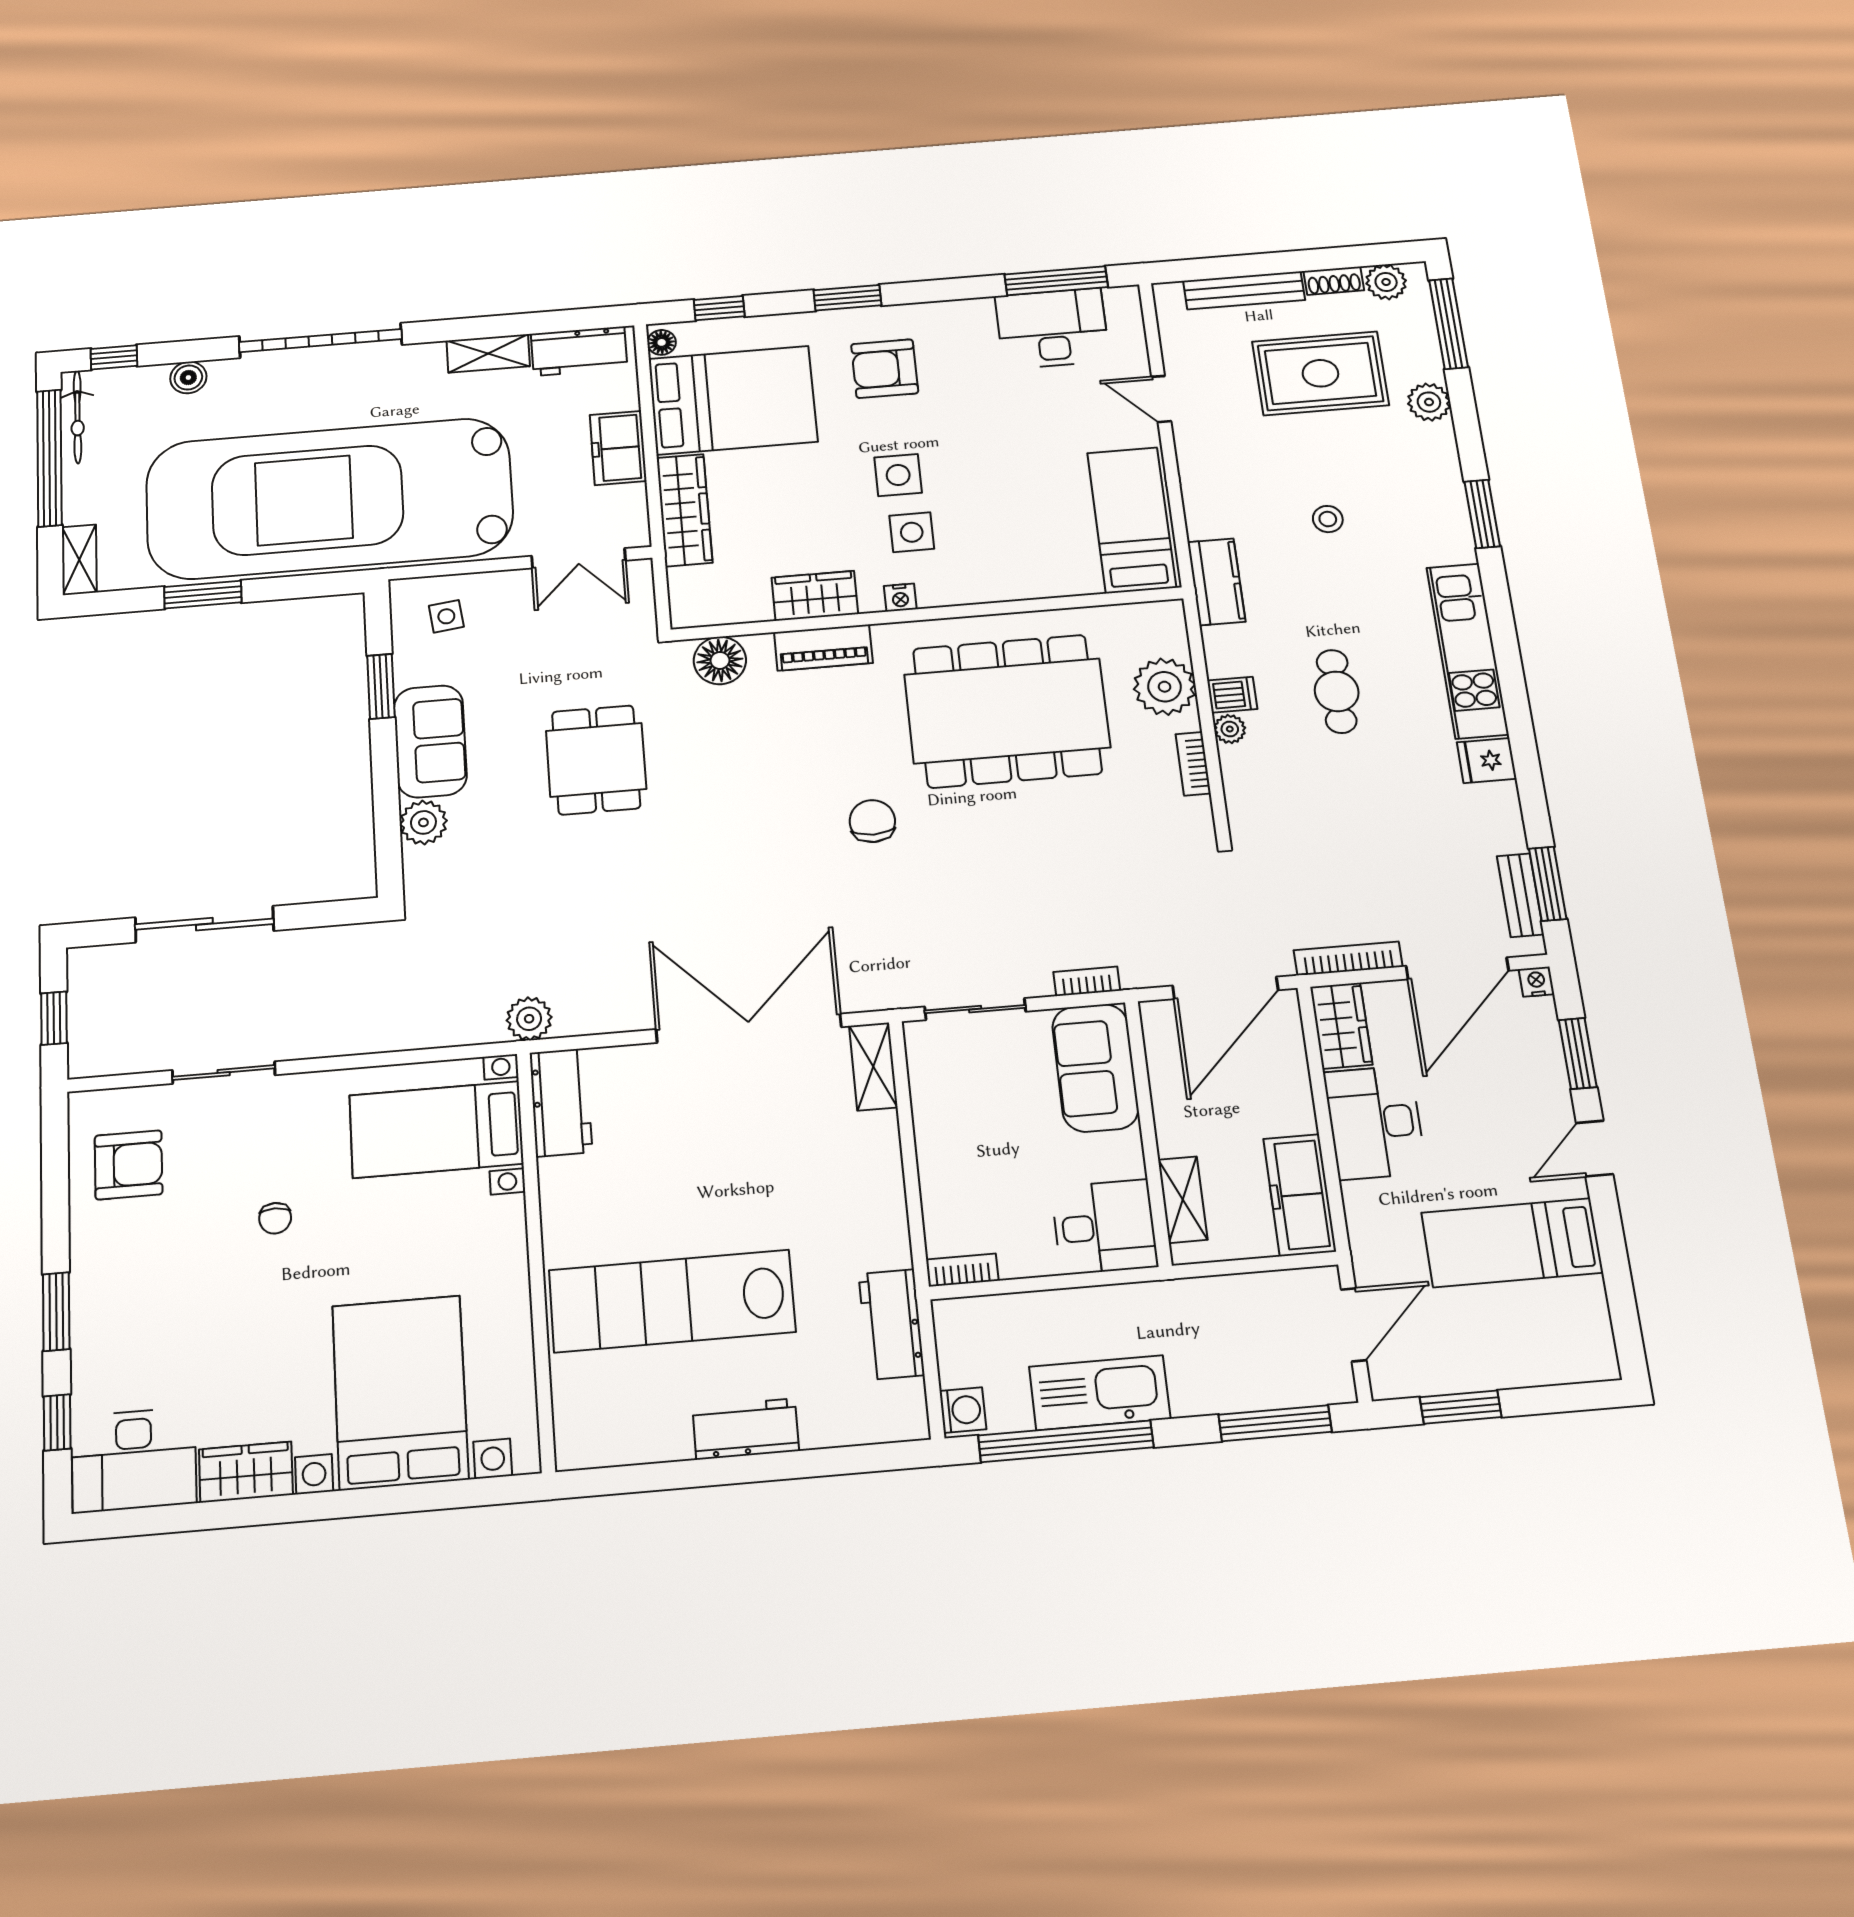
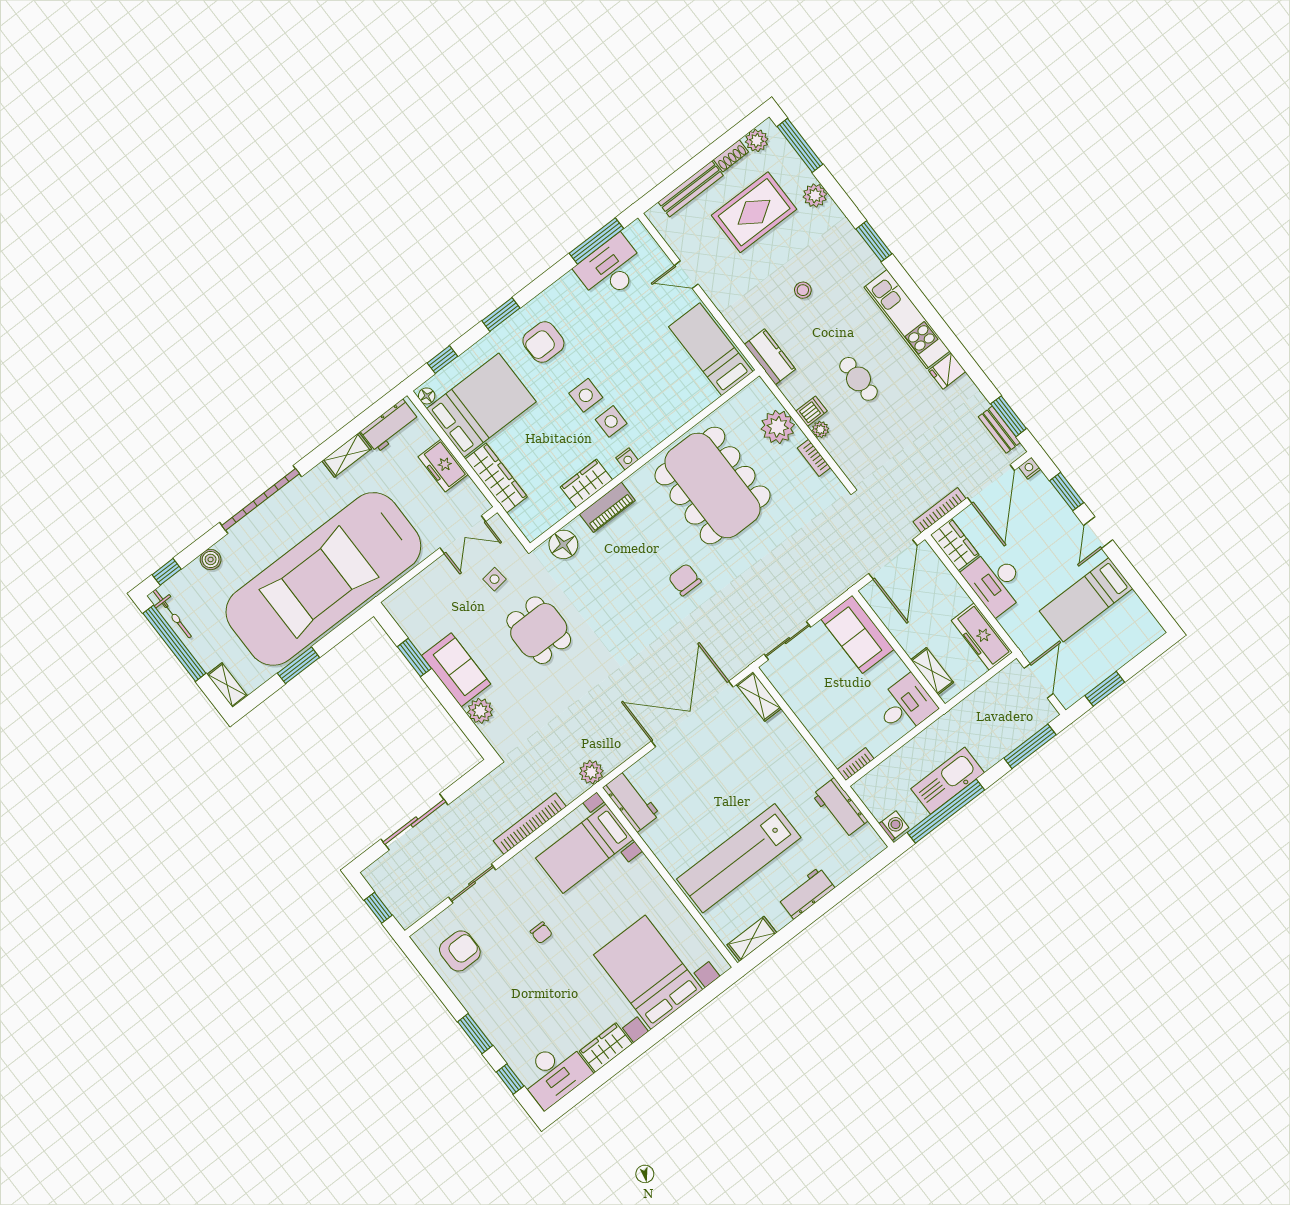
side table: (446, 616) -> (494, 579), moved
dining table: (1007, 711) -> (712, 485), turned 90
bookcase: (1087, 981) -> (530, 824), moved, width x2.31, depth x1.31
shelving: (606, 1447) -> (752, 939), added

